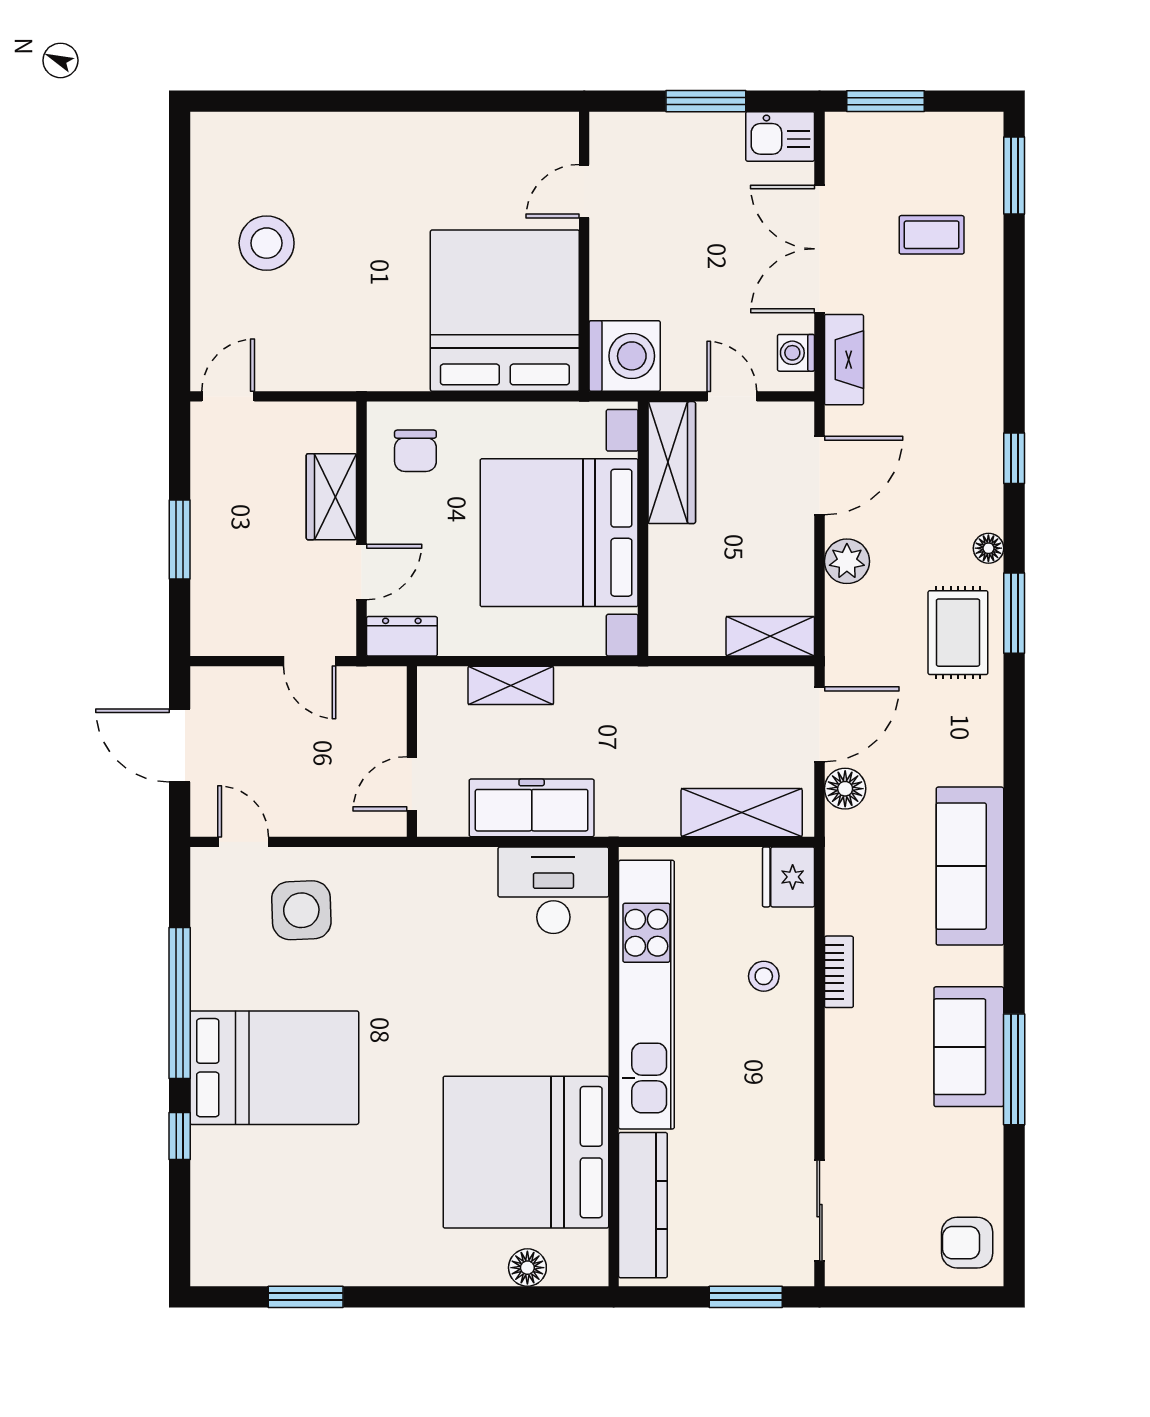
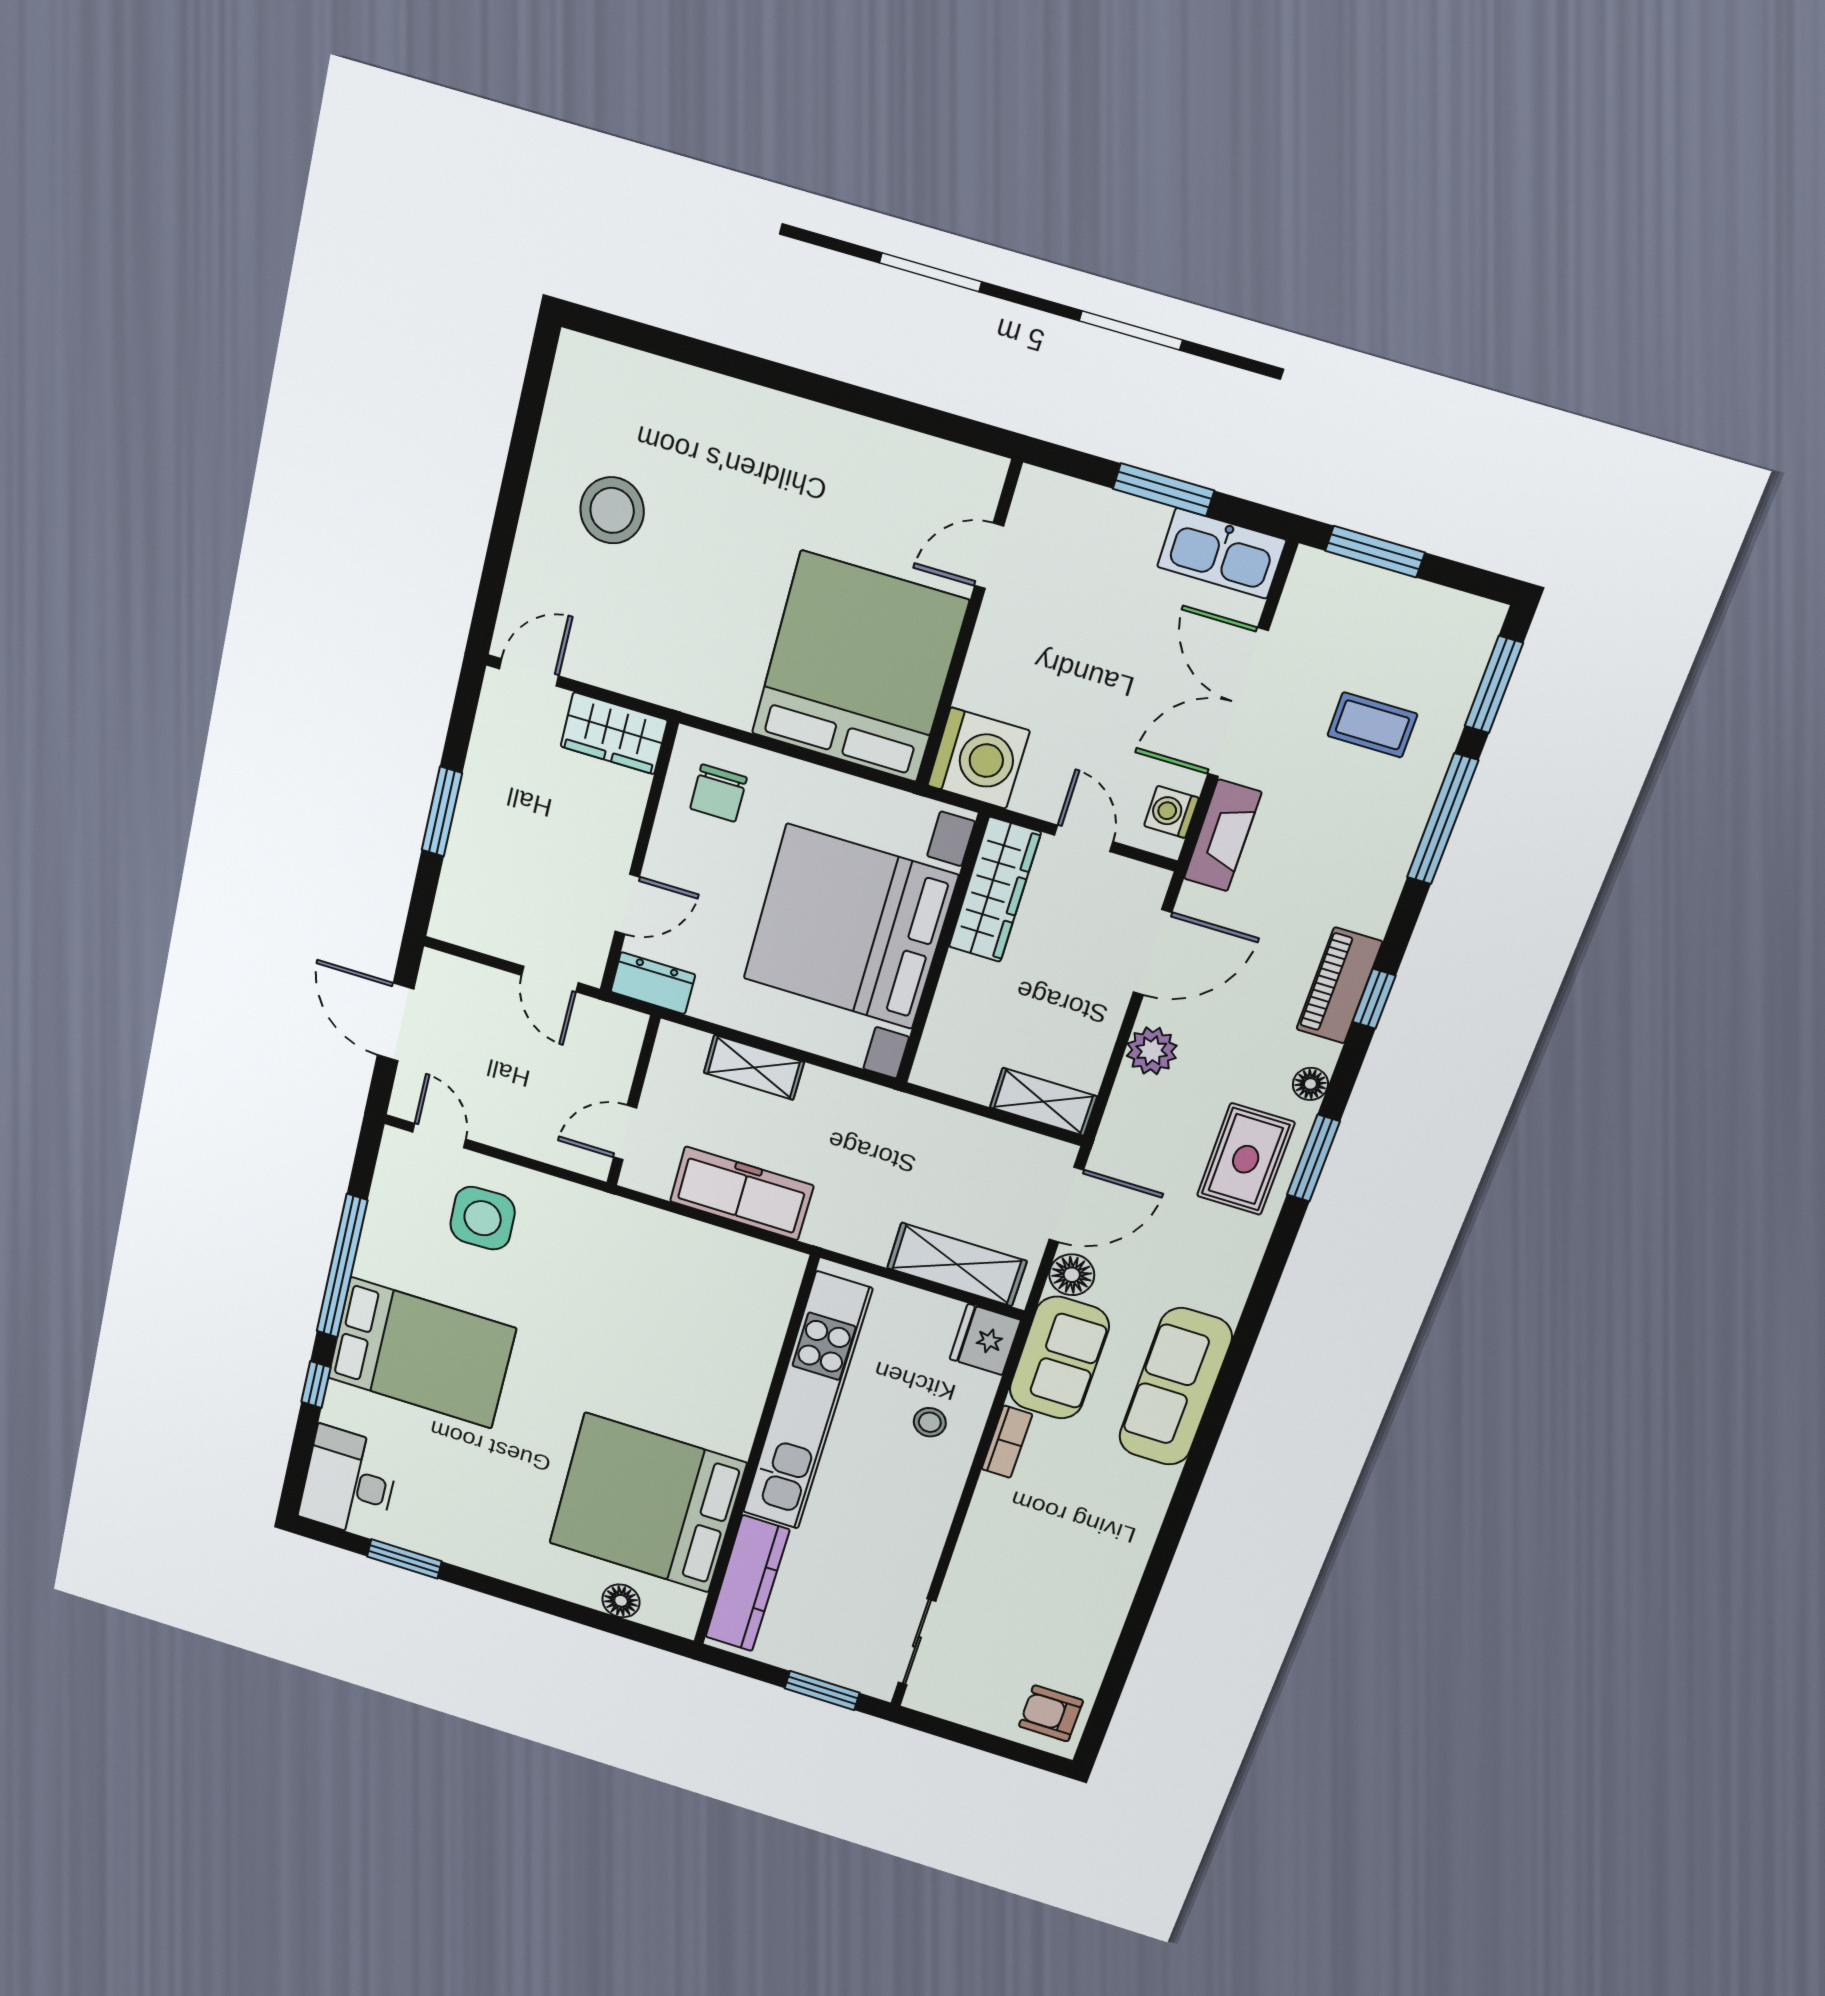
kitchen sink: (780, 136) -> (1222, 553), width x1.38
piano: (982, 456) -> (1339, 986), added
wardrobe: (331, 497) -> (614, 733), moved, turned -90
desk: (553, 890) -> (349, 1483), moved, turned -90
sofa: (969, 1047) -> (1059, 1358), moved, turned 180
window: (1014, 1069) -> (1443, 819), moved

